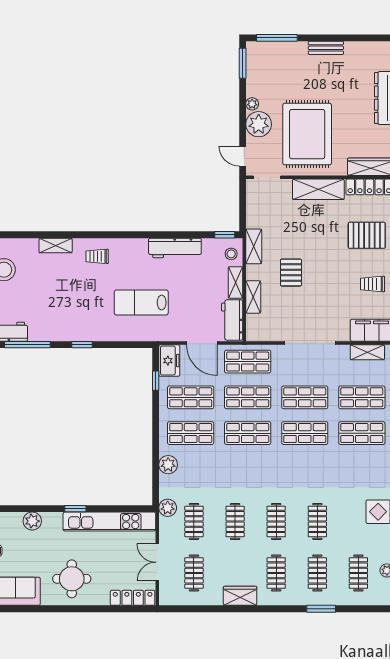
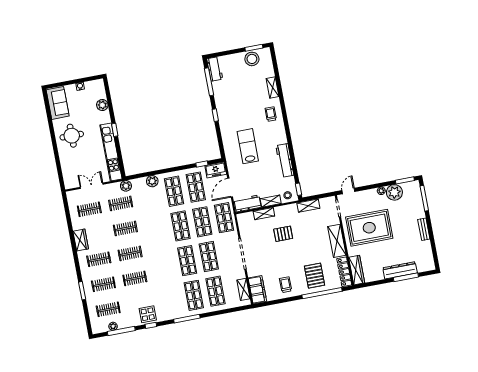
plant: (259, 124) -> (394, 192), moved
shelving: (254, 246) -> (308, 206), moved
locker: (133, 598) -> (67, 175), removed

